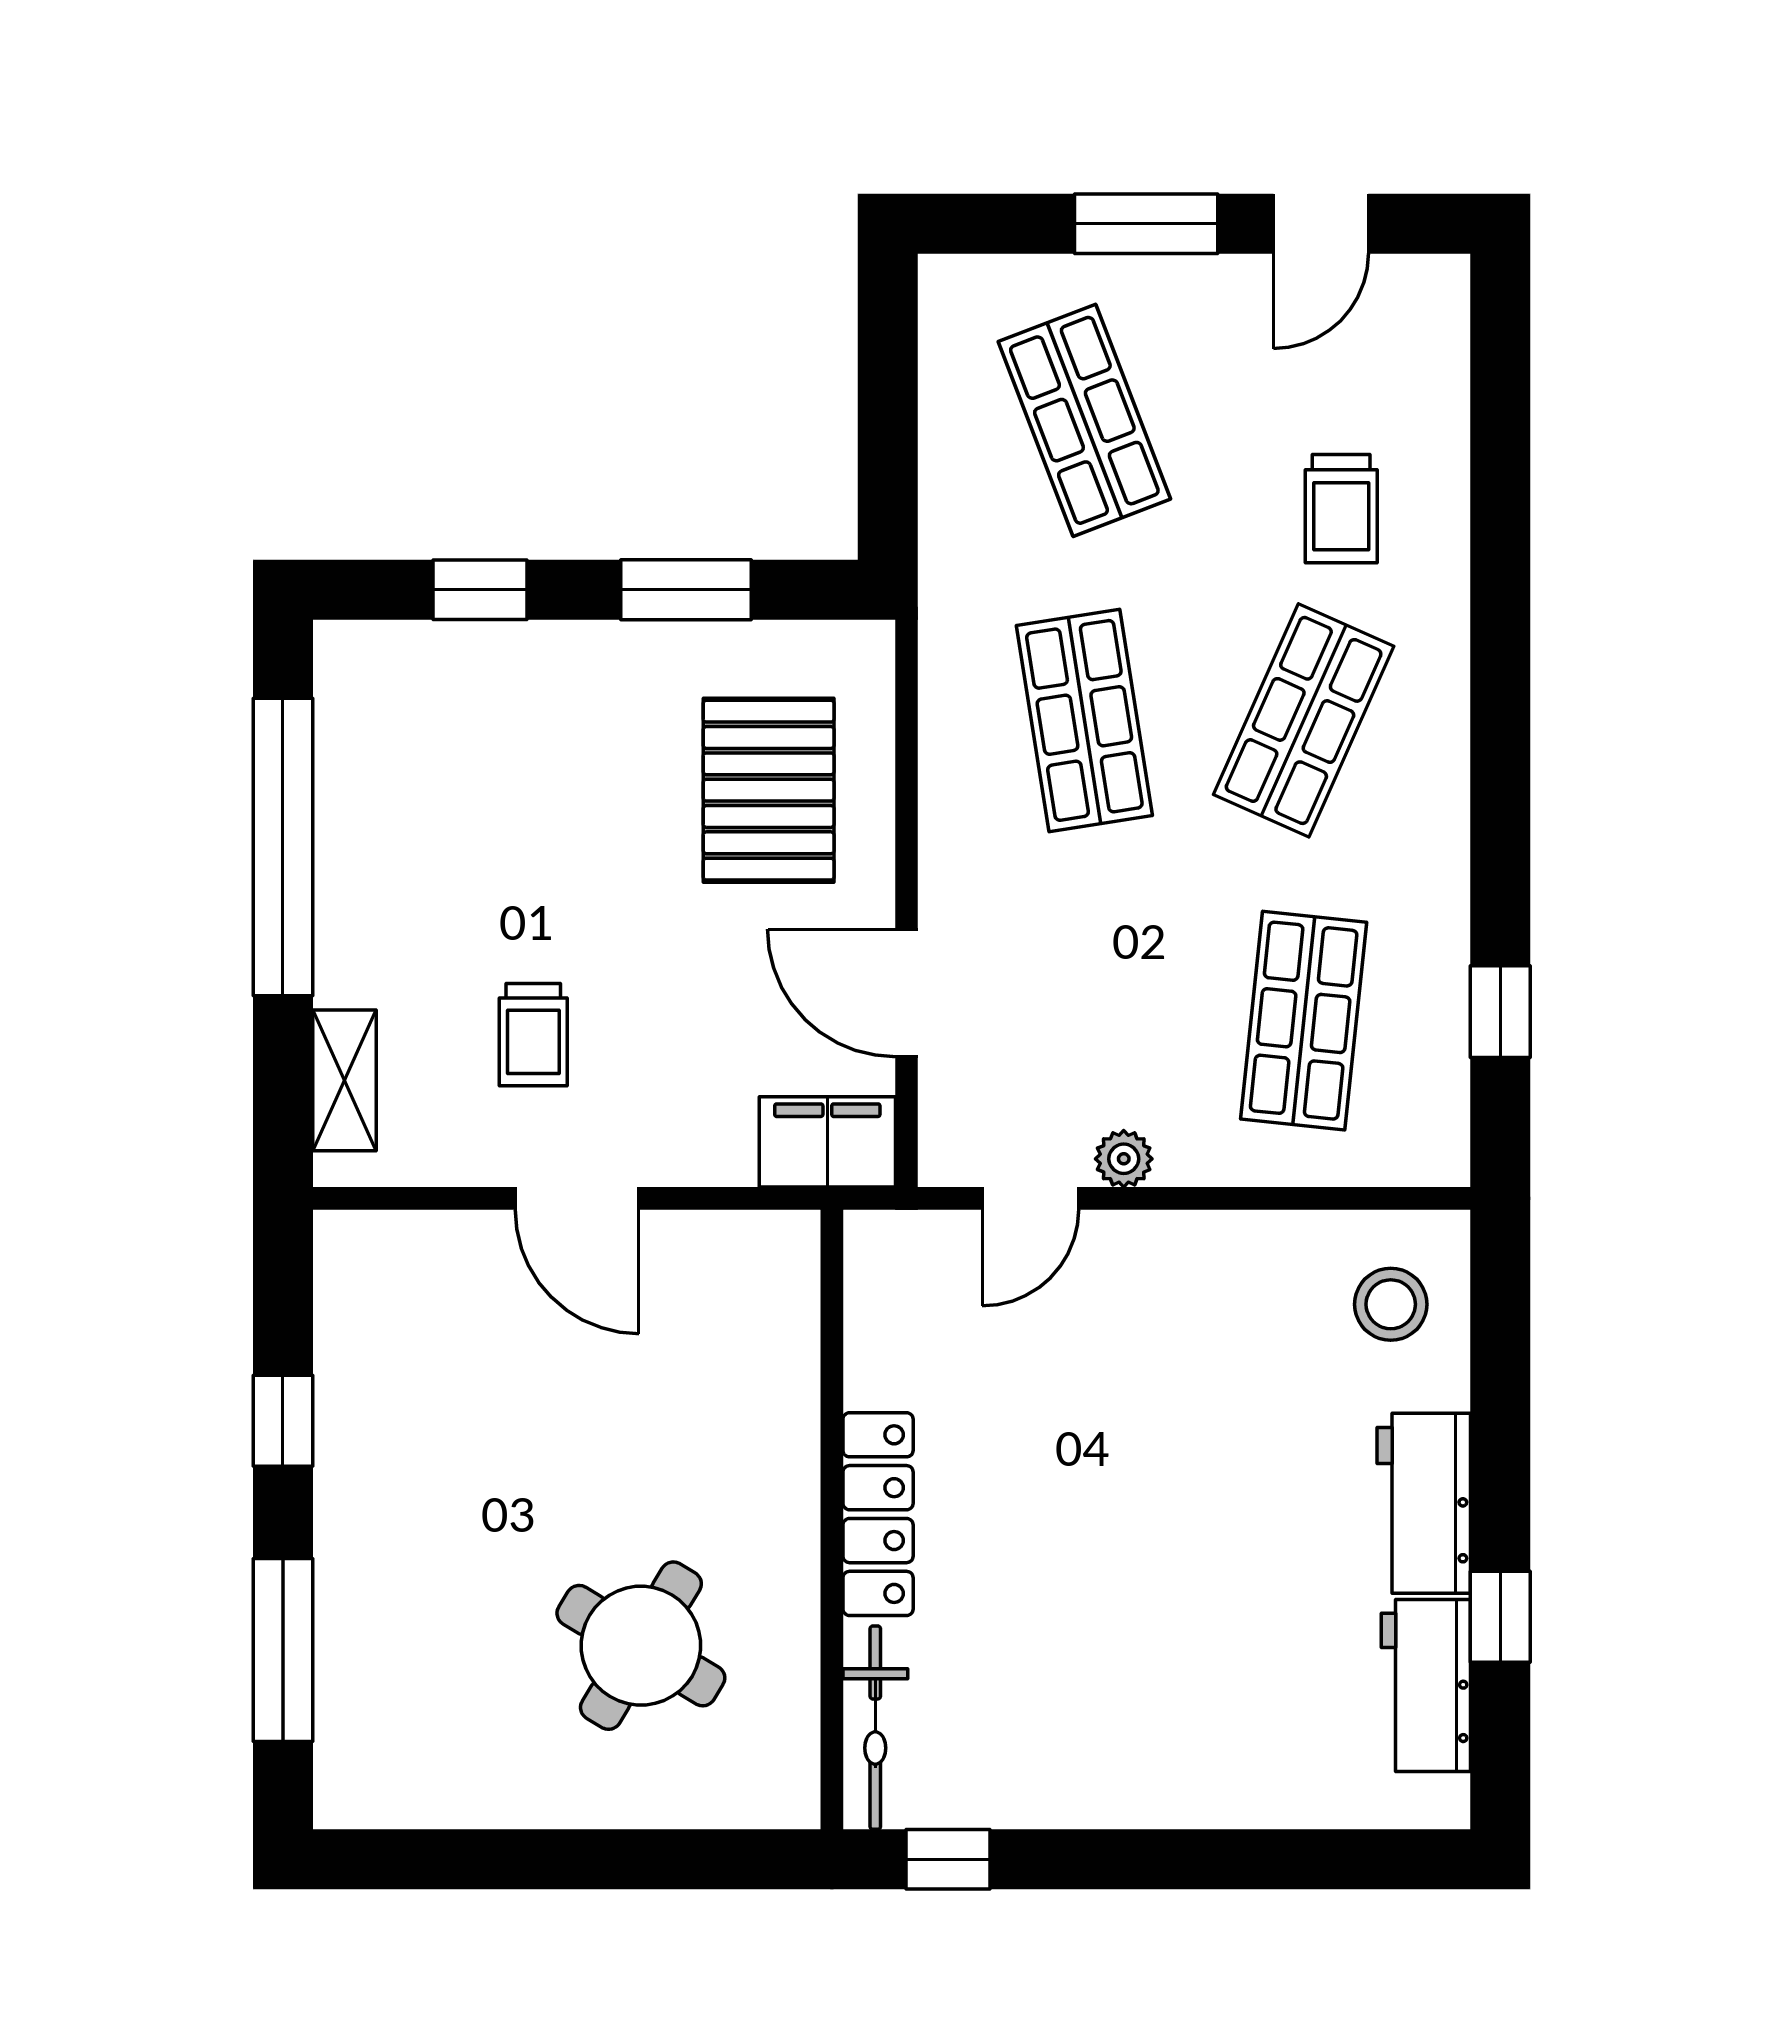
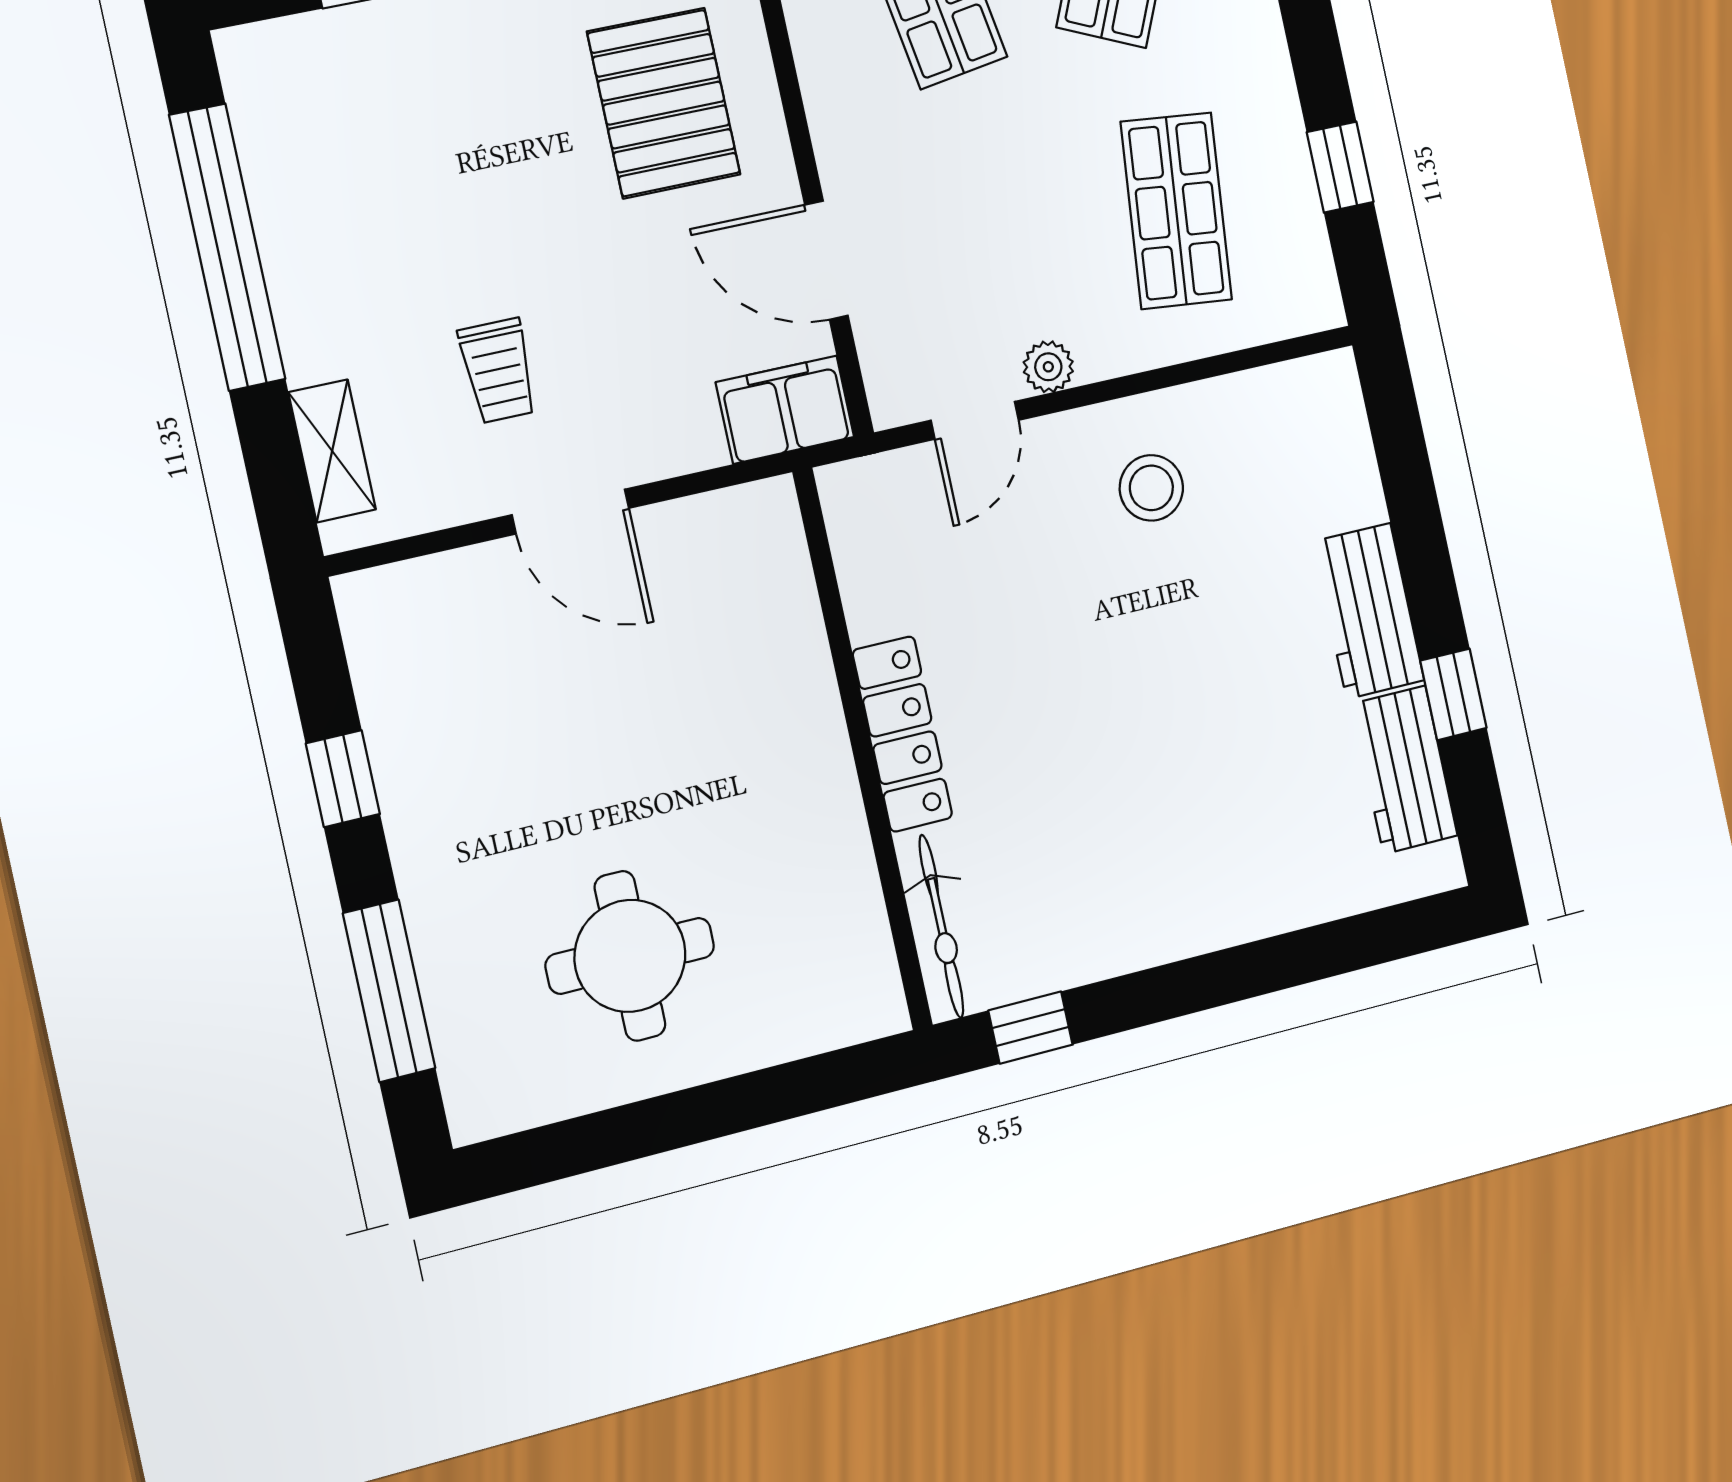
stool: (1391, 1304) -> (1151, 488), moved
round table: (641, 1646) -> (630, 956), moved, turned -31

